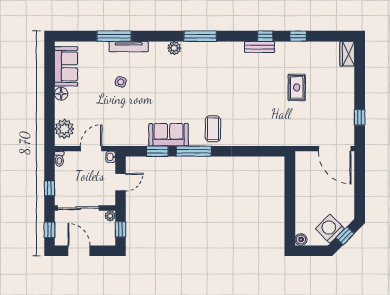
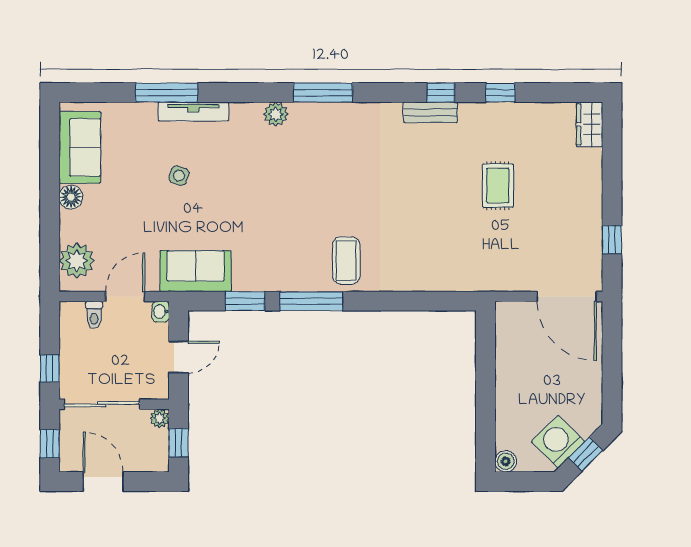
sofa: (169, 135) -> (196, 271), moved
toilet: (59, 159) -> (94, 315), moved

